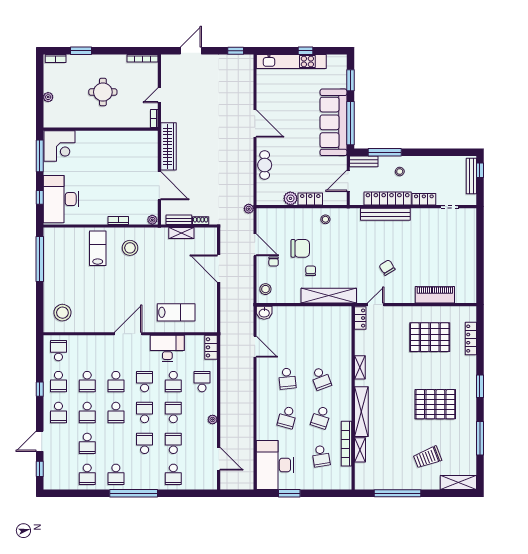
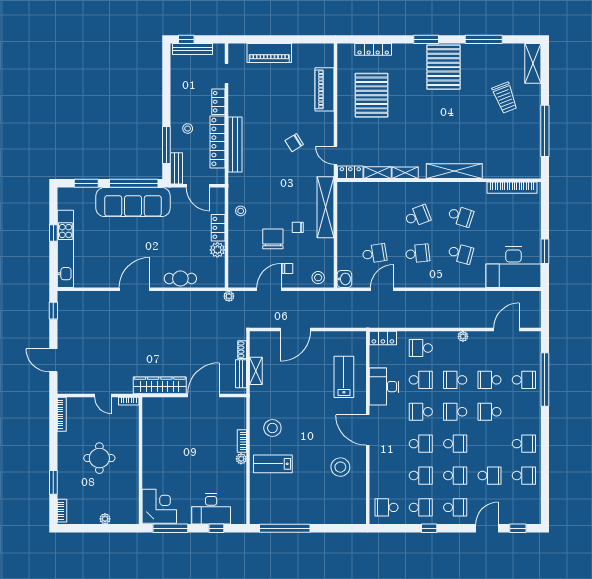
desk: (61, 199) -> (211, 509), width x0.73, depth x0.77
plant: (152, 220) -> (241, 459), moved
piano: (468, 245) -> (269, 53), added
stool: (62, 313) -> (340, 467), moved
pallet: (435, 404) -> (444, 67), moved
door: (40, 441) -> (487, 528), swing flipped
bookcase: (346, 444) -> (512, 188), moved
shelving: (360, 450) -> (378, 173), moved
school desk: (321, 456) -> (374, 253), moved
window: (134, 493) -> (545, 379), moved

